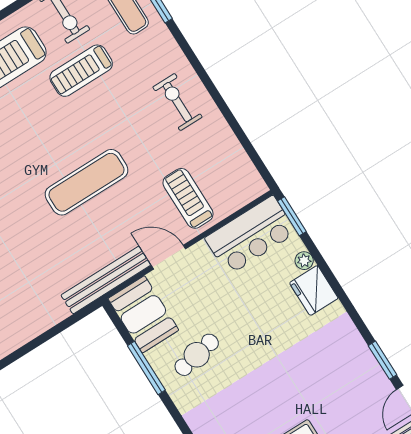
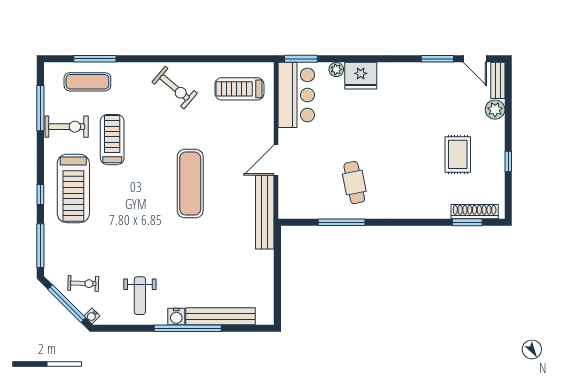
treadmill: (81, 71) -> (112, 140), turned 180
exercise bike: (177, 102) -> (175, 88), turned -140
treadmill: (188, 198) -> (239, 89), moved
booth: (143, 314) -> (304, 201), removed

